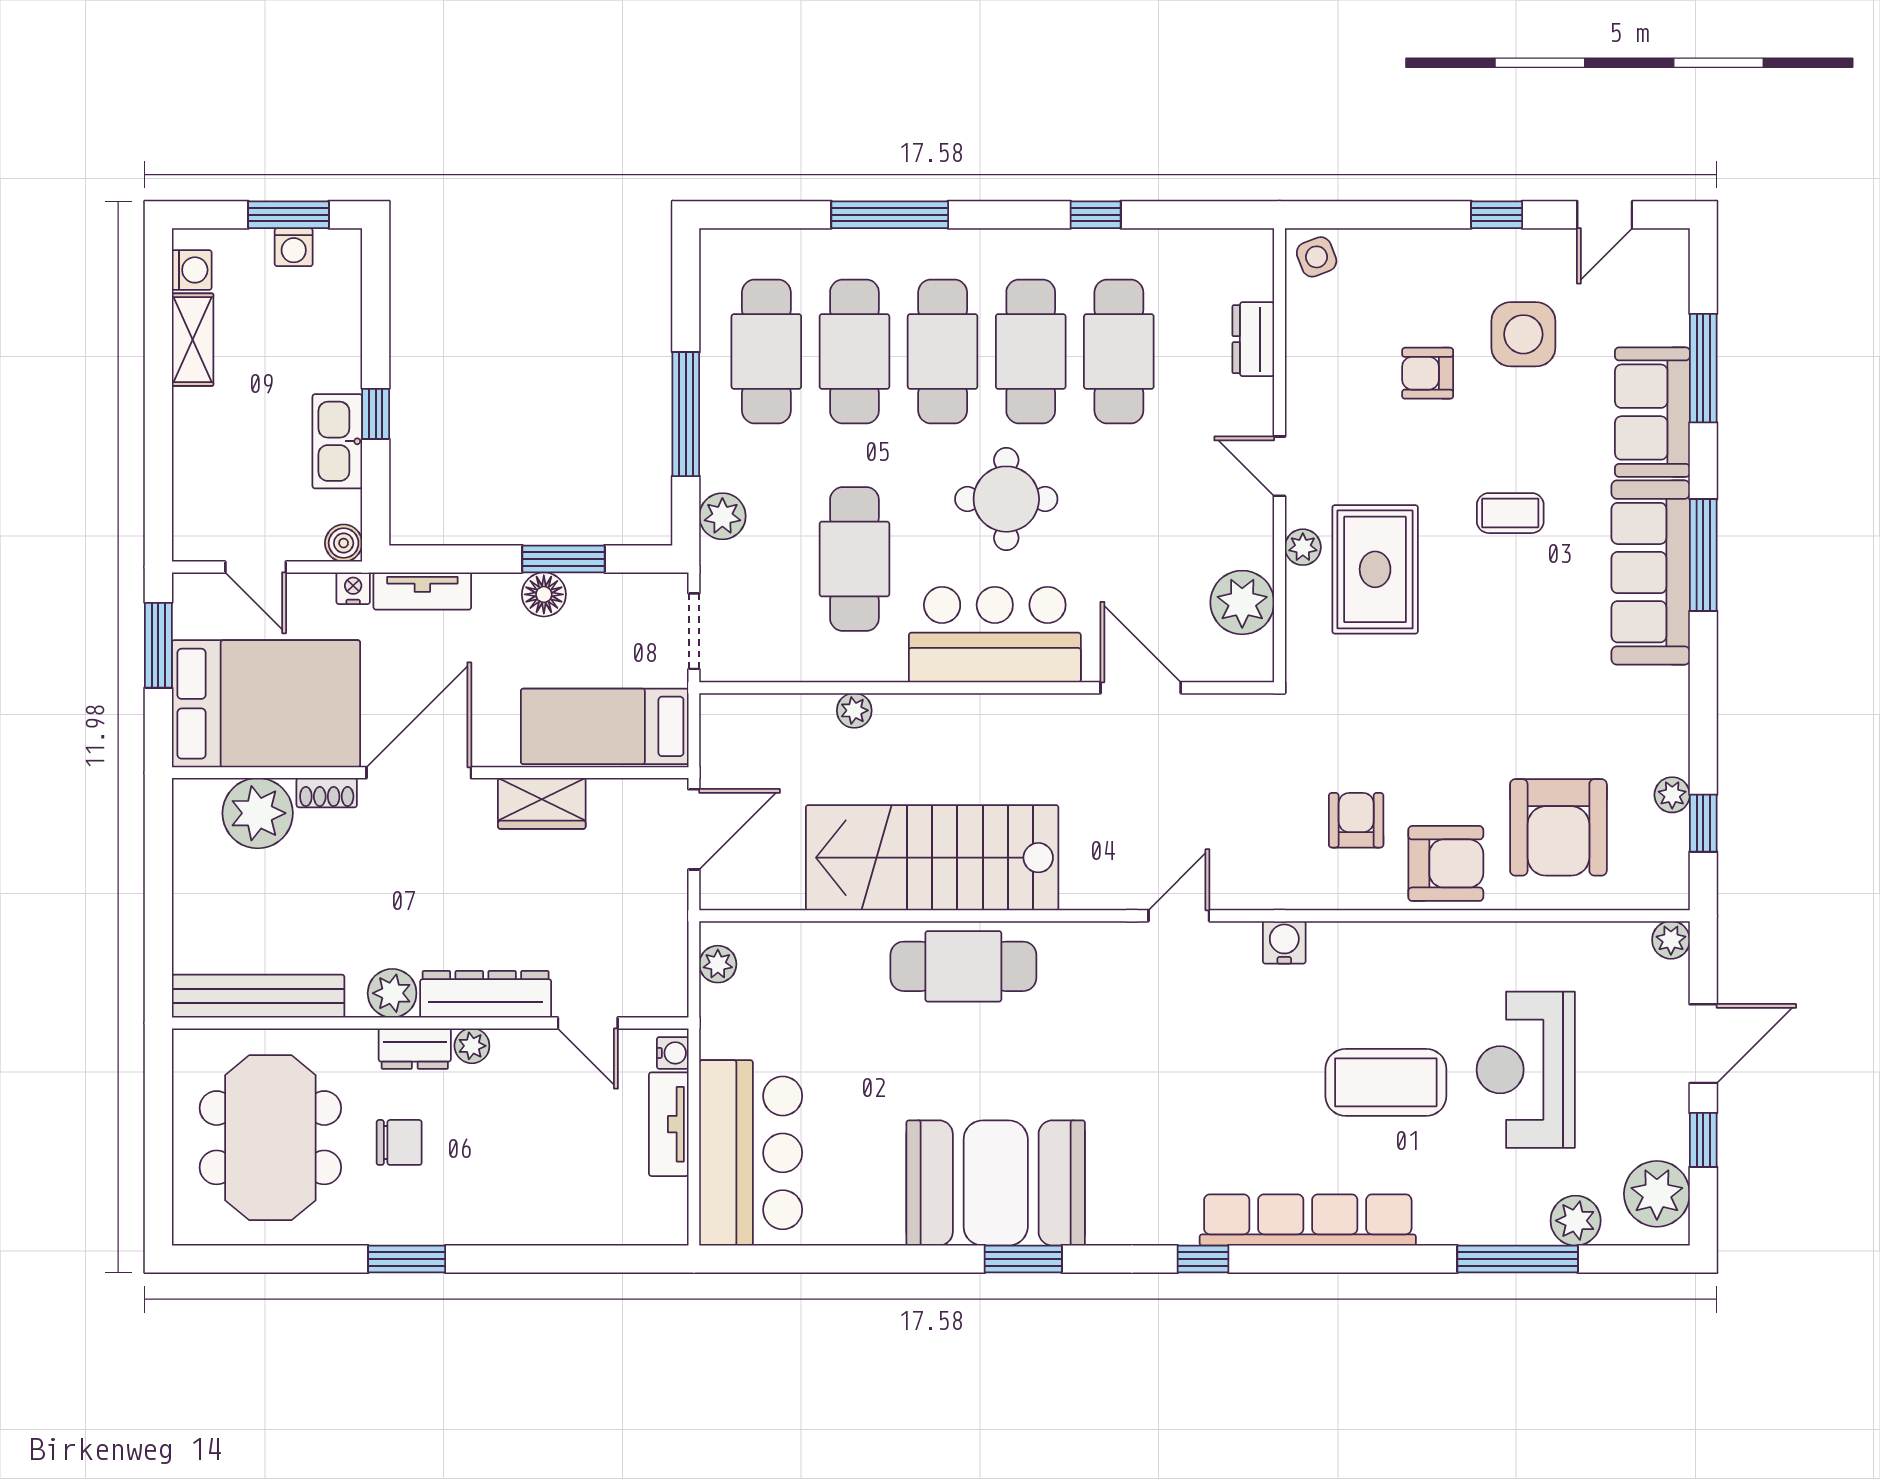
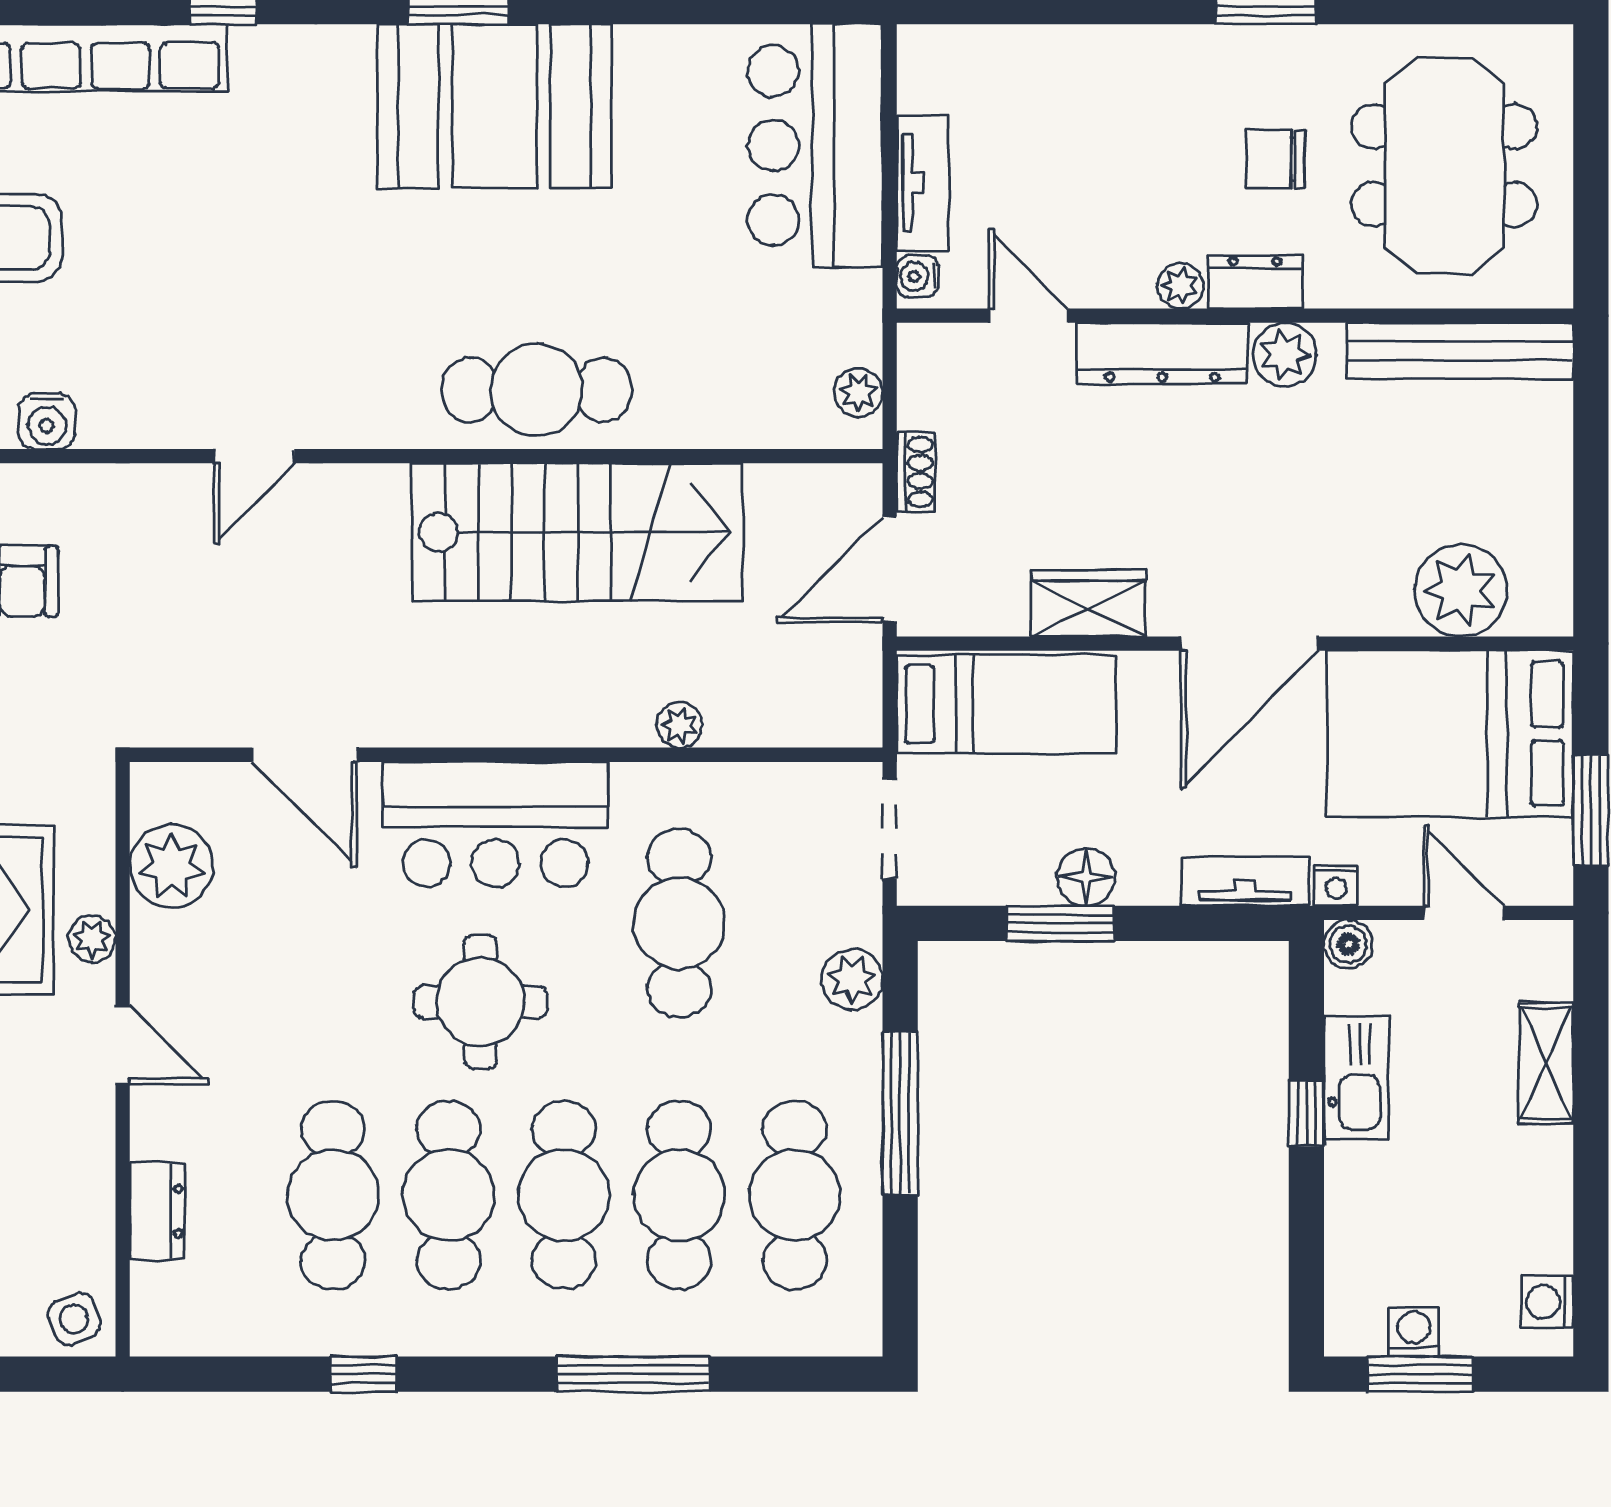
shelving: (193, 340) -> (1546, 1063), moved
shoe rack: (327, 793) -> (916, 472), moved, turned 90
water cooler: (1284, 942) -> (47, 421), moved

